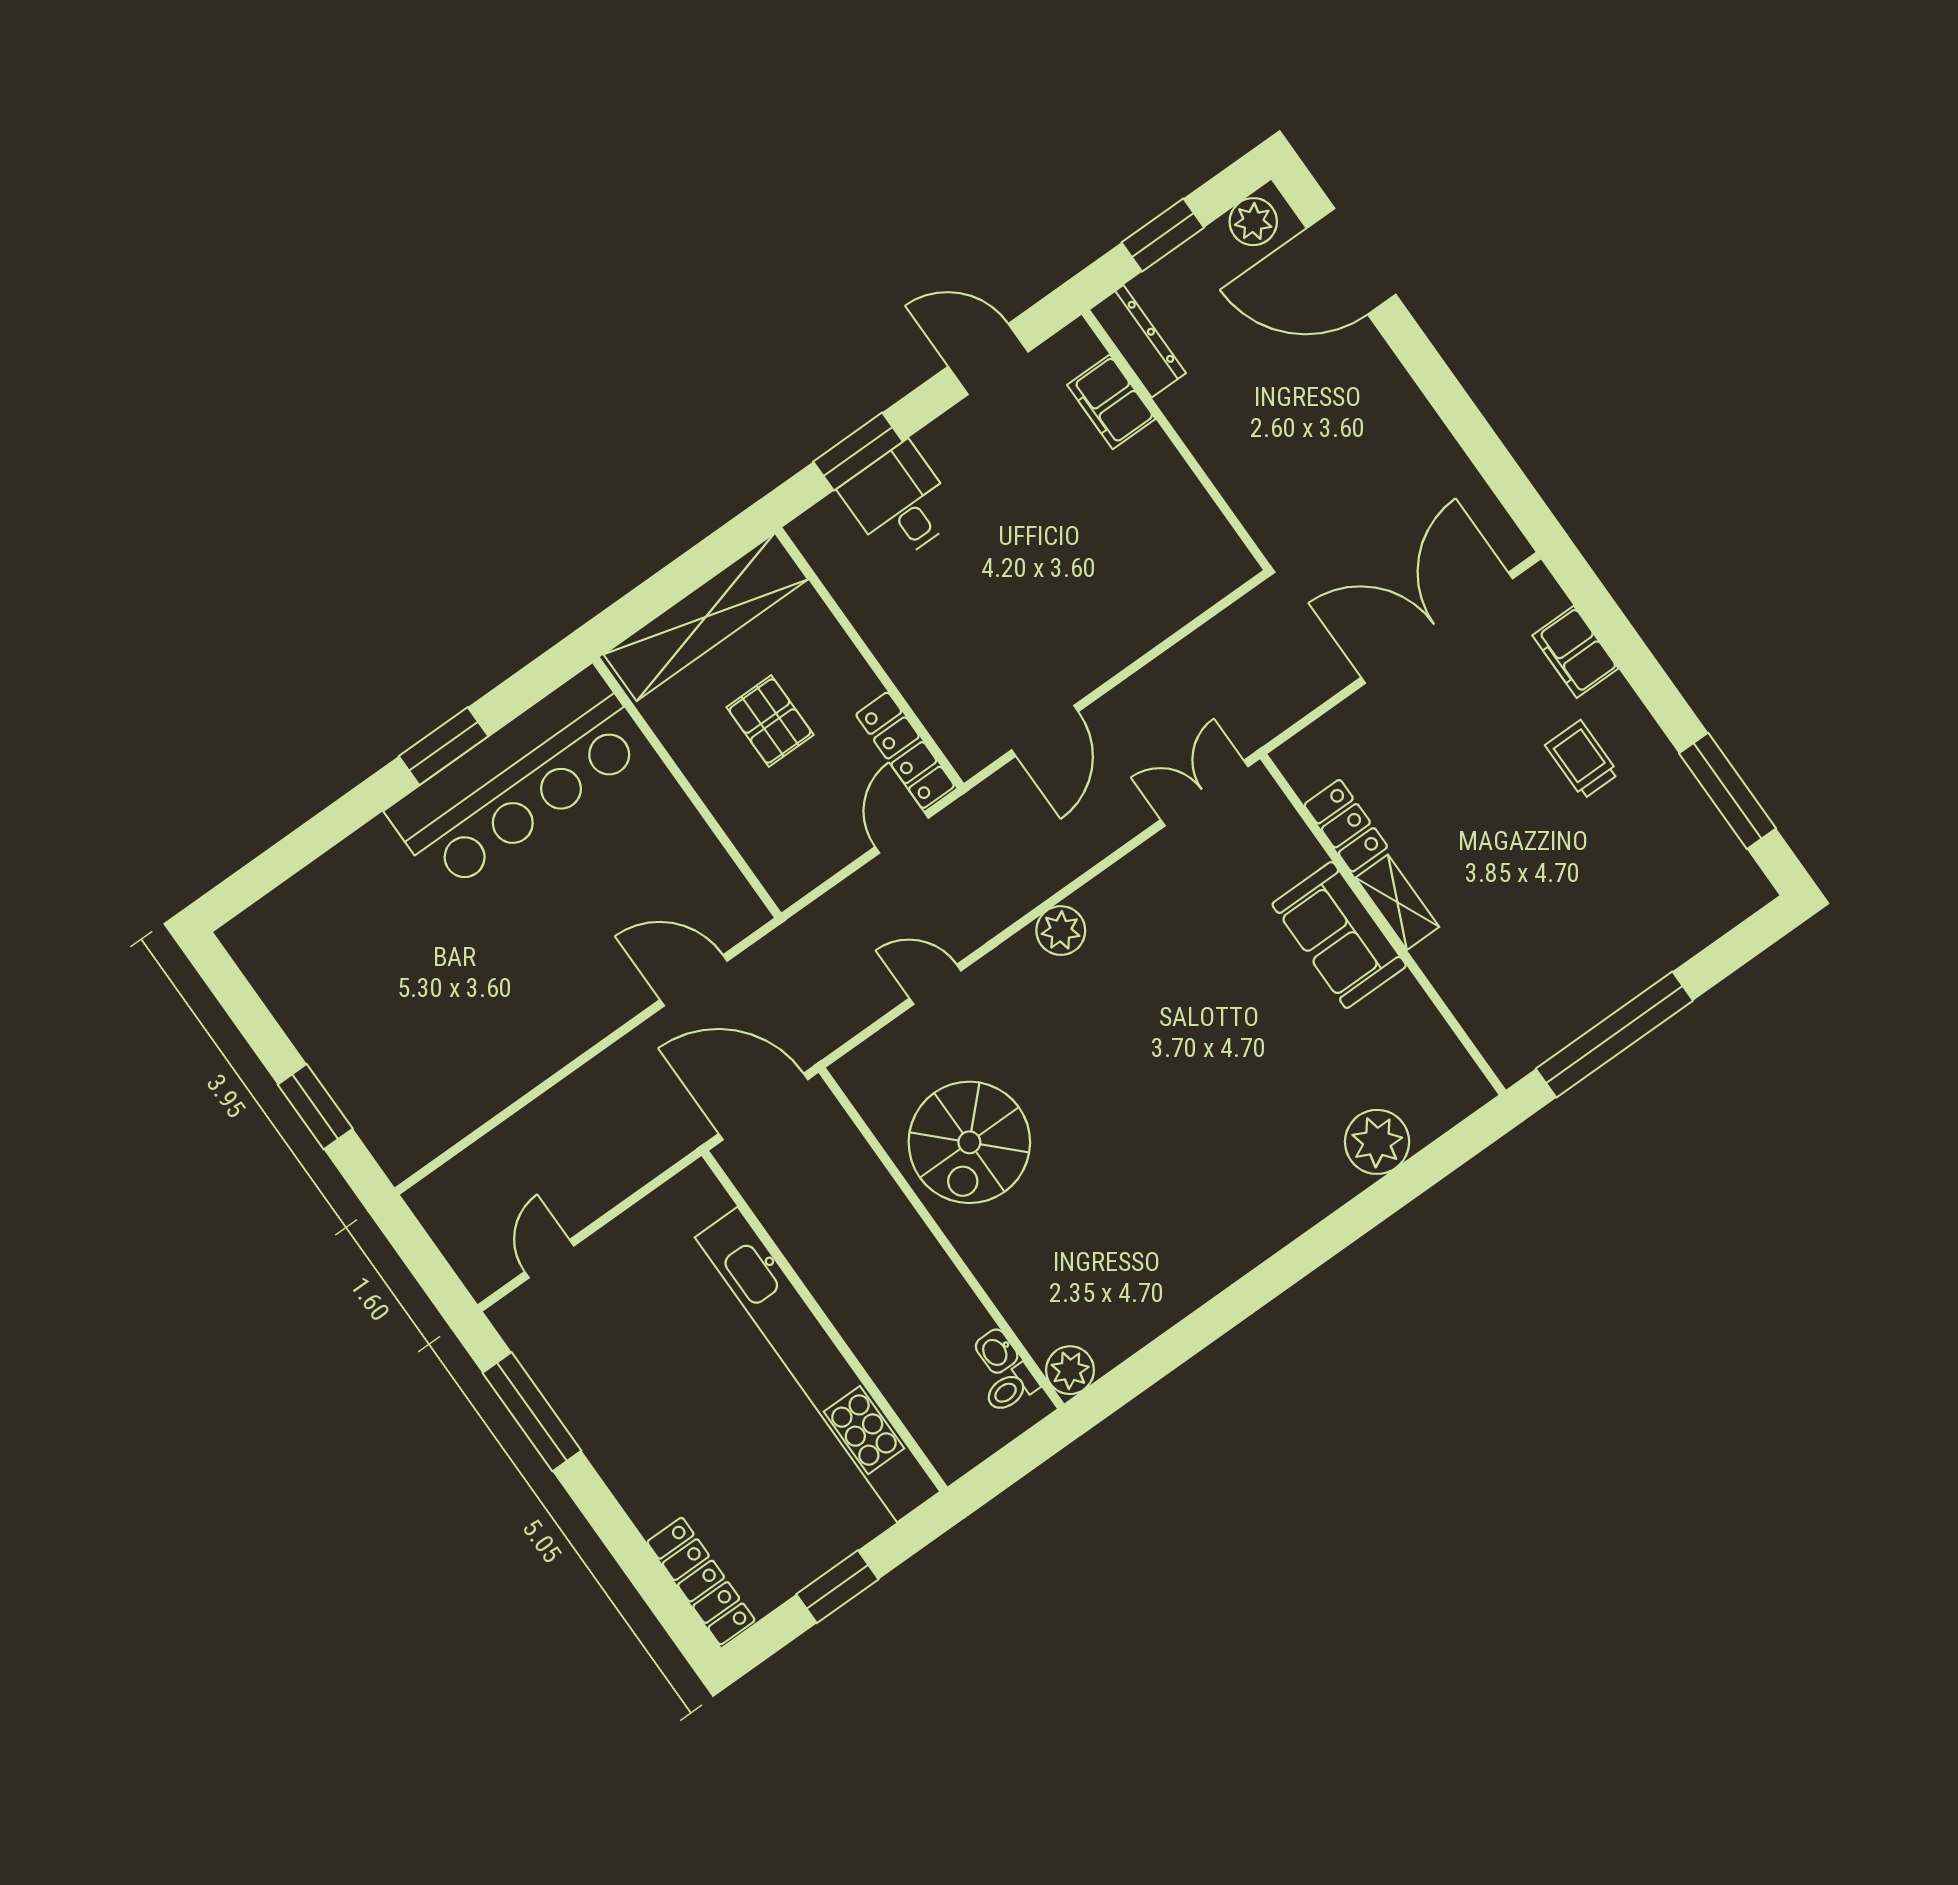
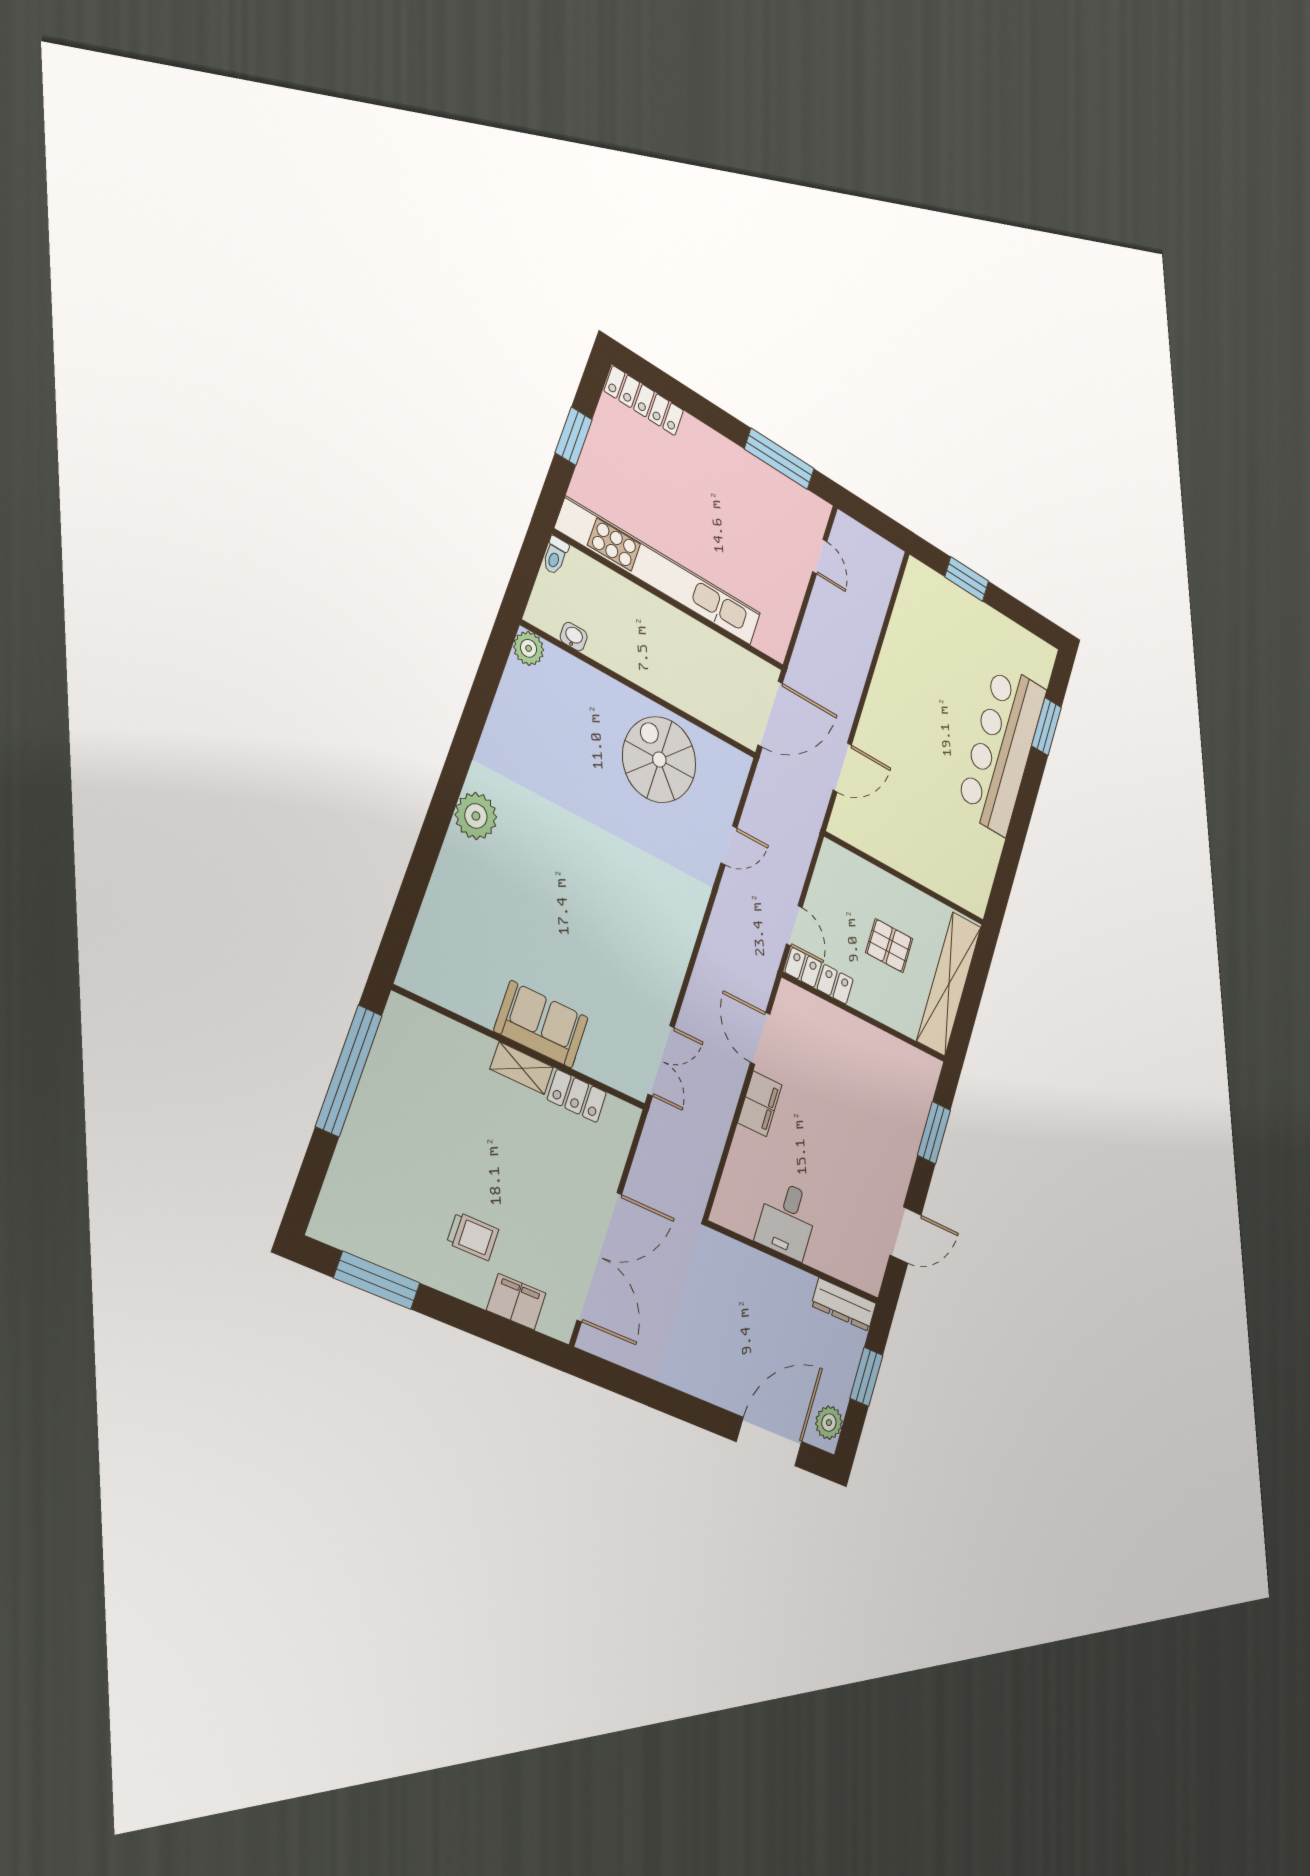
filing cabinet: (1111, 402) -> (760, 1104), moved, turned 90
desk: (900, 503) -> (787, 1220), moved, turned 90
window: (444, 746) -> (1046, 726), moved
bar counter: (518, 779) -> (1002, 748), moved
plant: (1061, 931) -> (686, 923), removed
plant: (1377, 1142) -> (476, 816), moved
toilet: (1011, 1389) -> (555, 555), moved, turned 180

